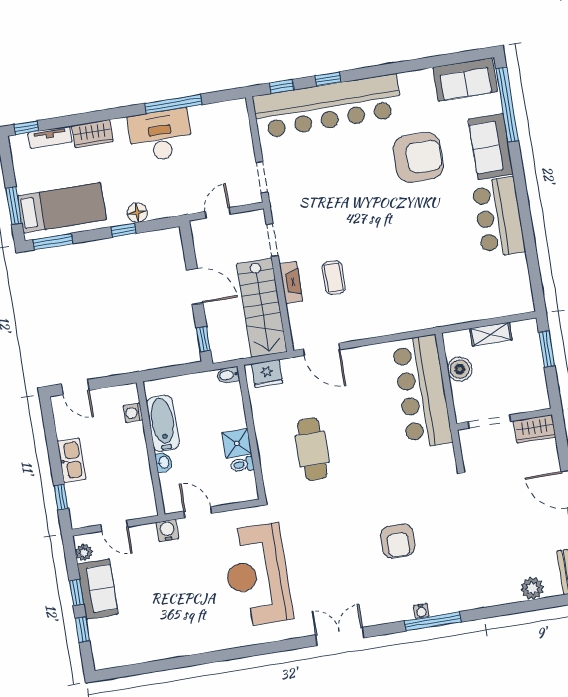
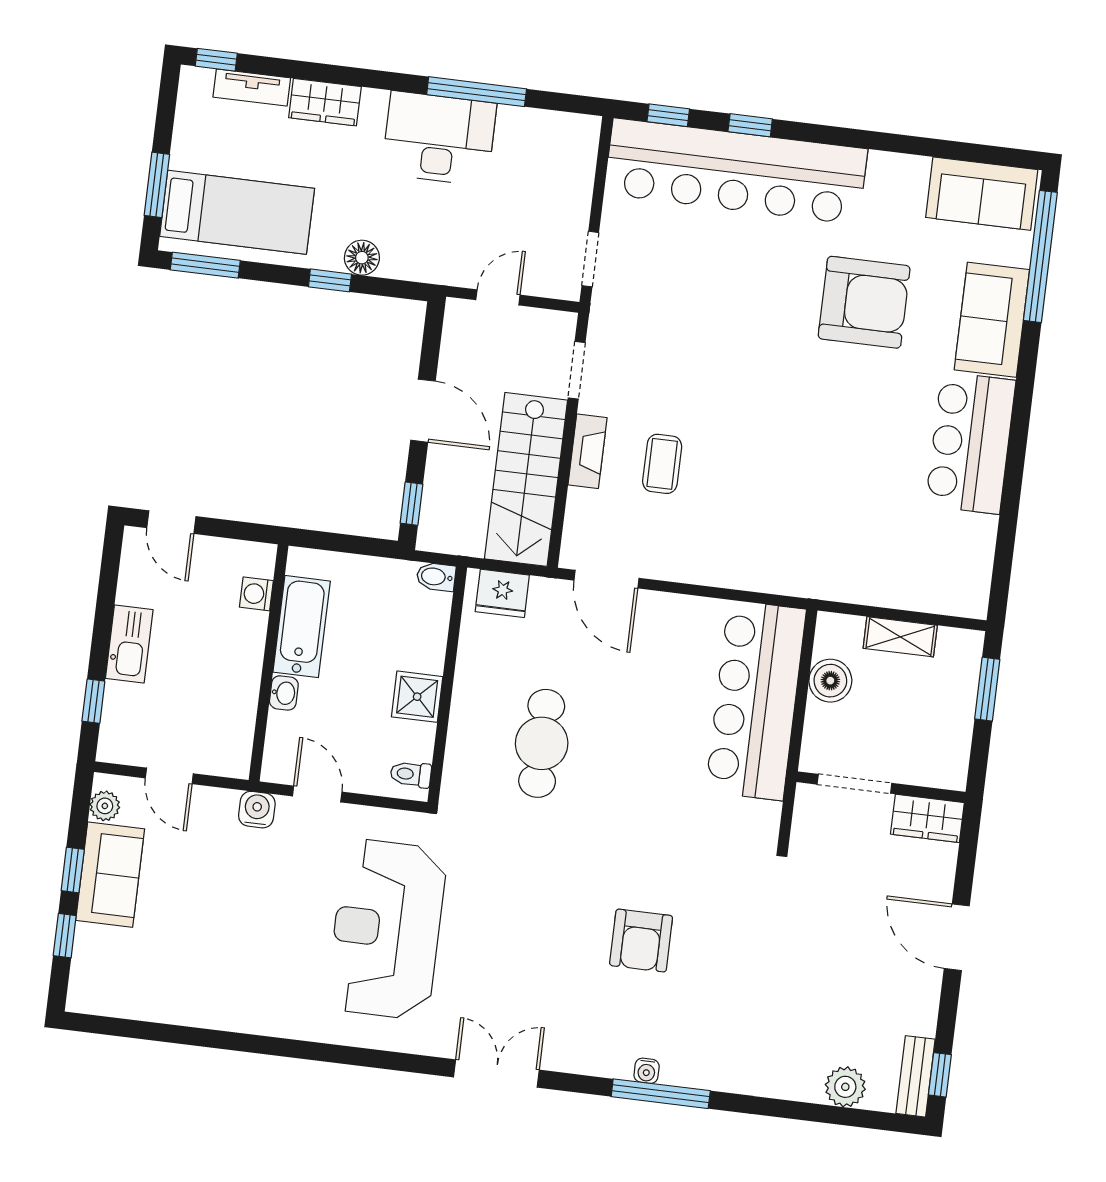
toilet: (242, 465) -> (411, 774), moved

